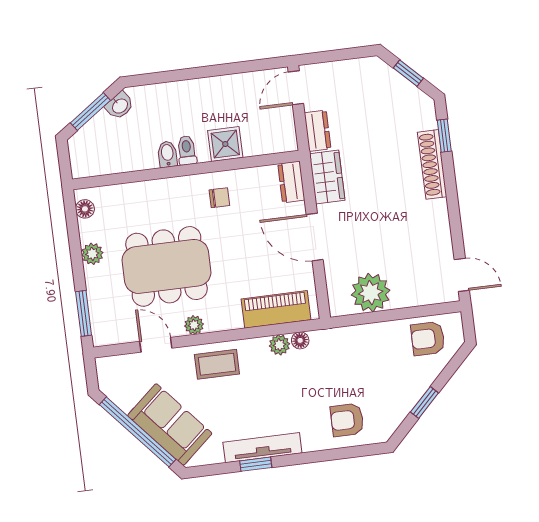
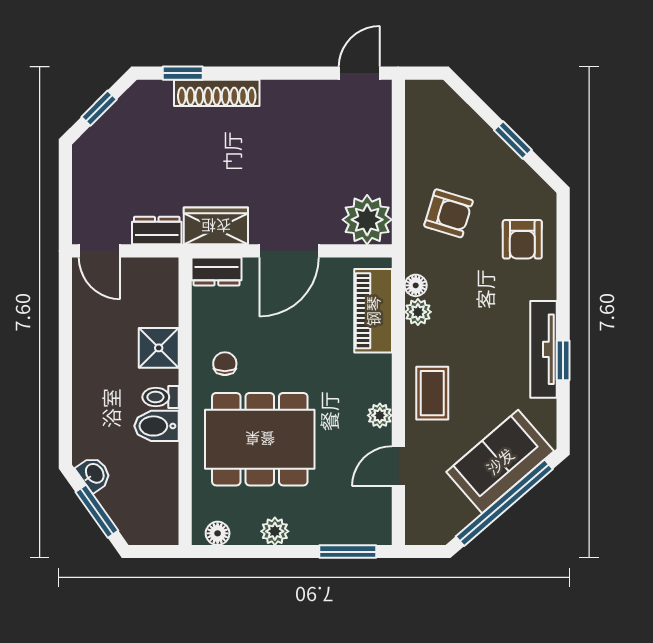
bidet: (167, 154) -> (156, 426), width x1.38, depth x1.36
dining table: (166, 266) -> (260, 439), moved, turned 90
plant: (371, 293) -> (367, 220), moved
armchair: (428, 339) -> (449, 213), moved, turned -73

